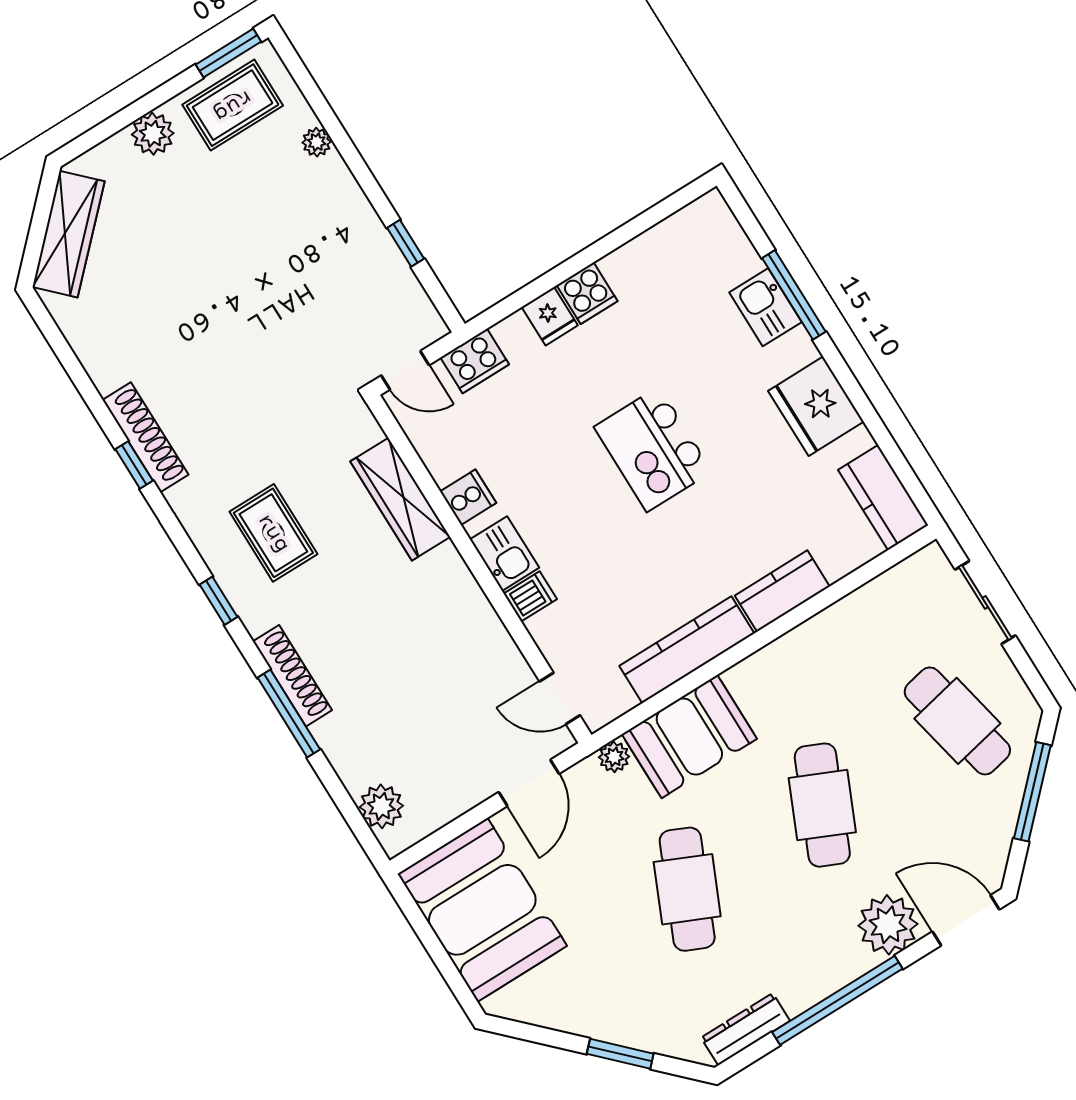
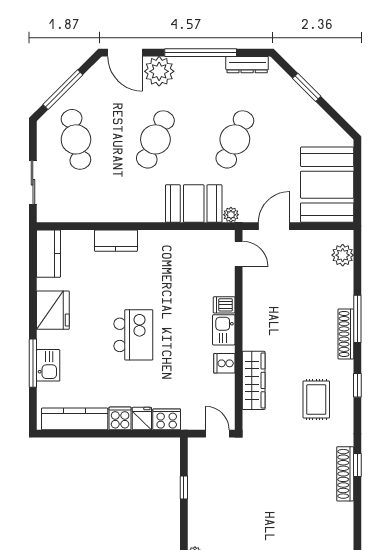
cooker: (475, 361) -> (167, 419), moved
kitchen counter: (687, 650) -> (75, 419), moved, turned 180

